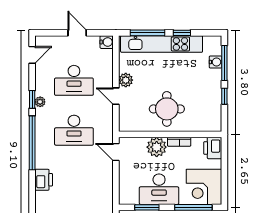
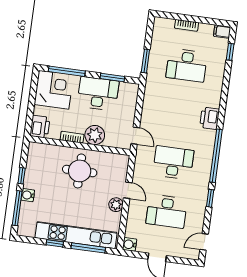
water cooler: (216, 62) -> (28, 195), moved
desk: (74, 80) -> (167, 211), turned 180
plant: (40, 102) -> (203, 195), removed

